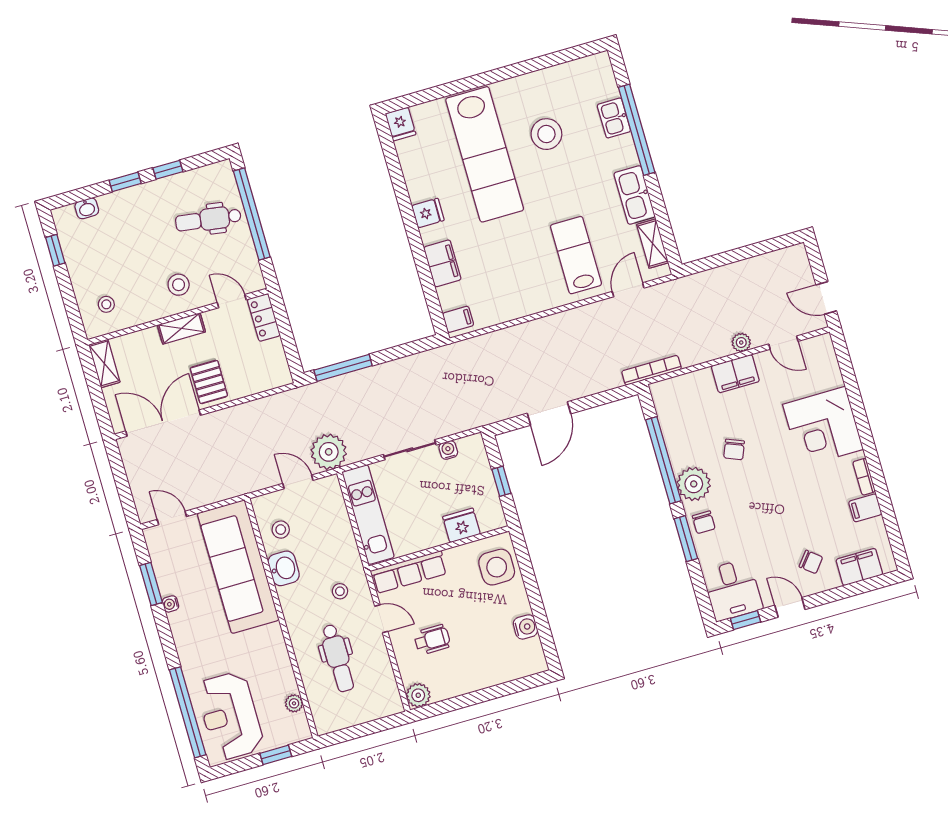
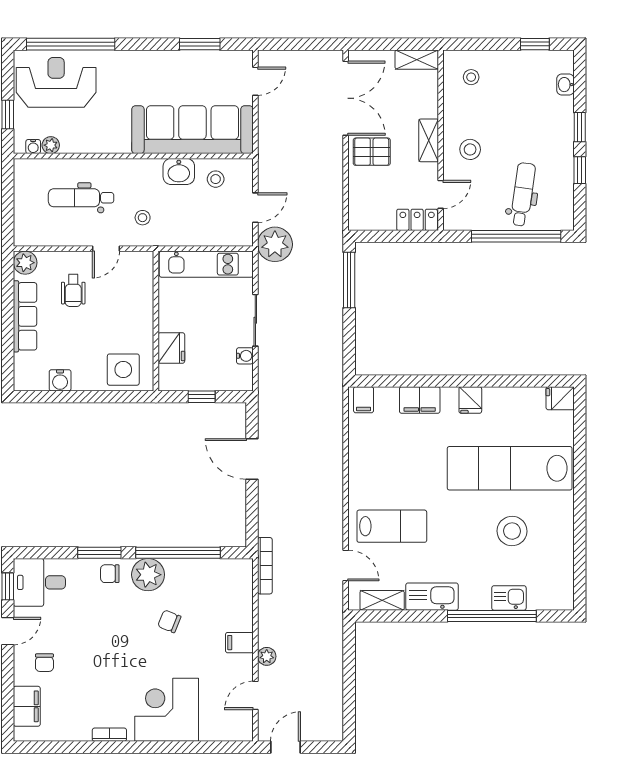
filing cabinet: (735, 374) -> (239, 643), width x0.50
filing cabinet: (865, 508) -> (80, 727), removed
chair: (811, 562) -> (44, 663), turned -39
row of seats: (409, 572) -> (25, 316), moved, turned 180
water cooler: (170, 604) -> (33, 147), moved, turned 180

